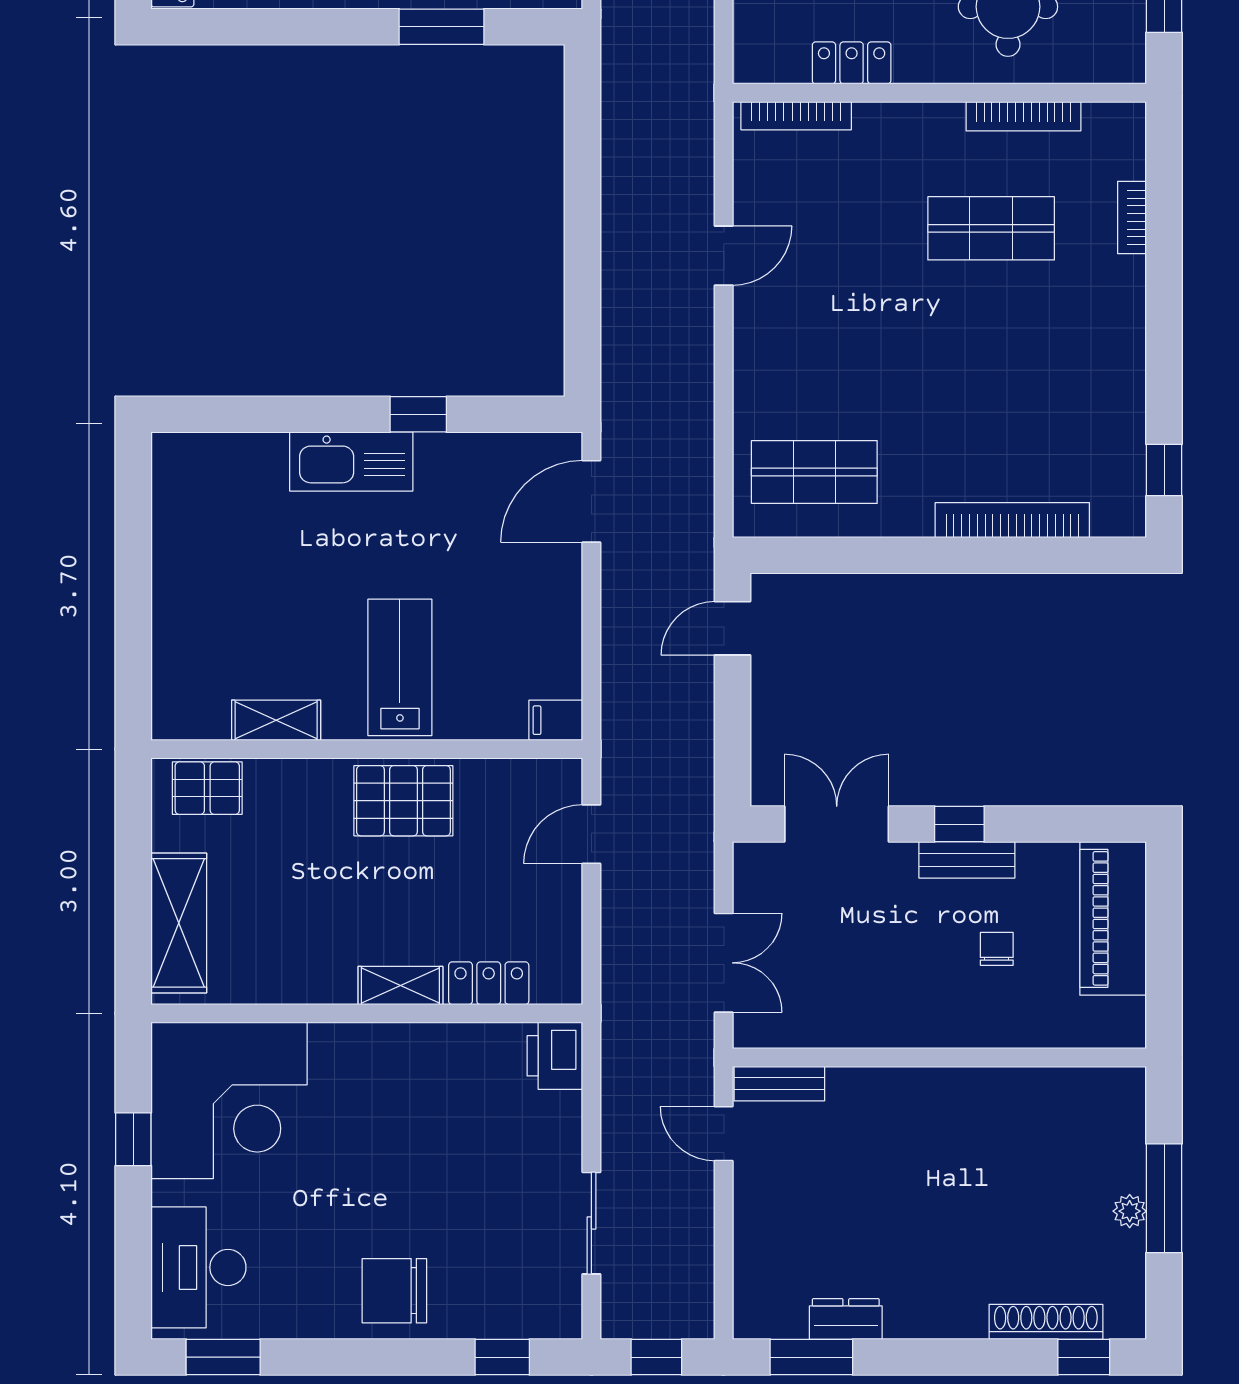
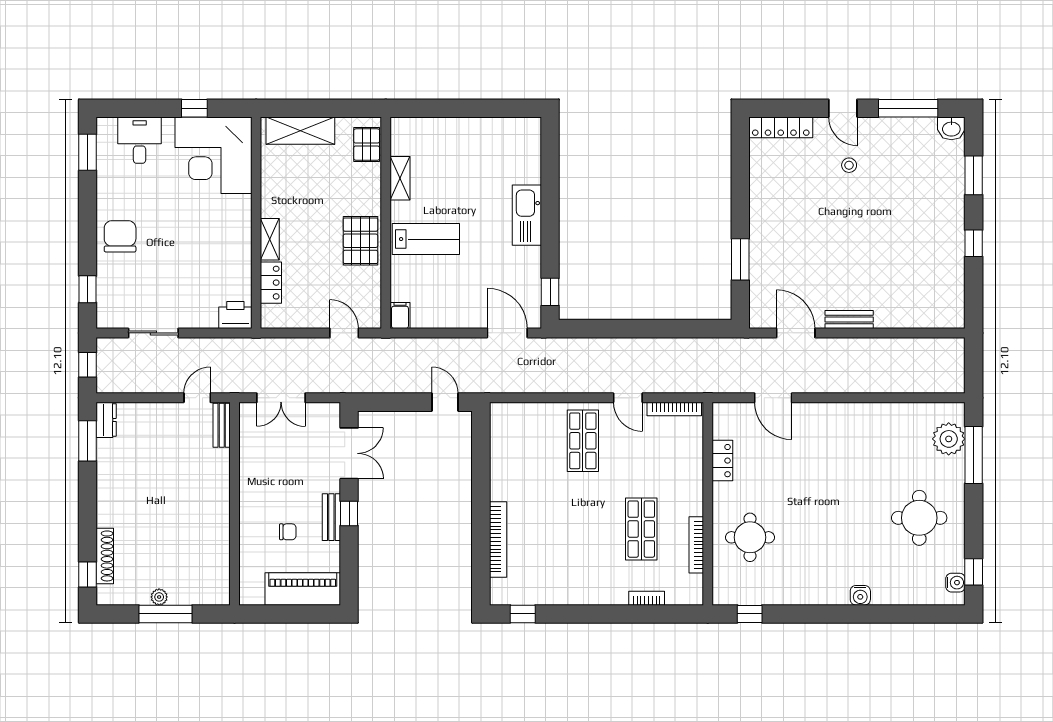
bookcase: (796, 116) -> (674, 409), moved, turned -90
window: (418, 414) -> (550, 292), moved
shop shelf: (814, 472) -> (583, 441), moved
desk: (198, 1267) -> (140, 140), width x0.73
dresser: (846, 1319) -> (106, 420), moved

